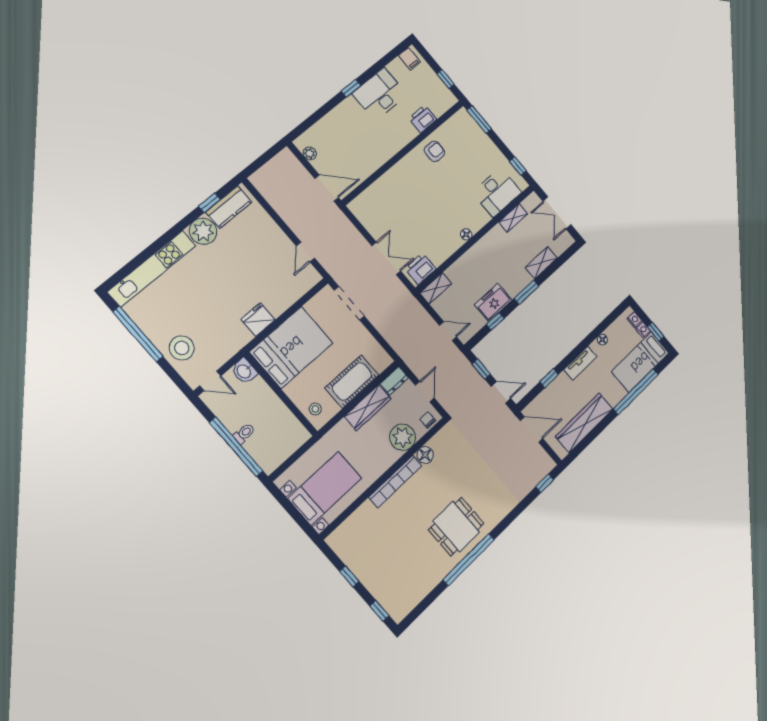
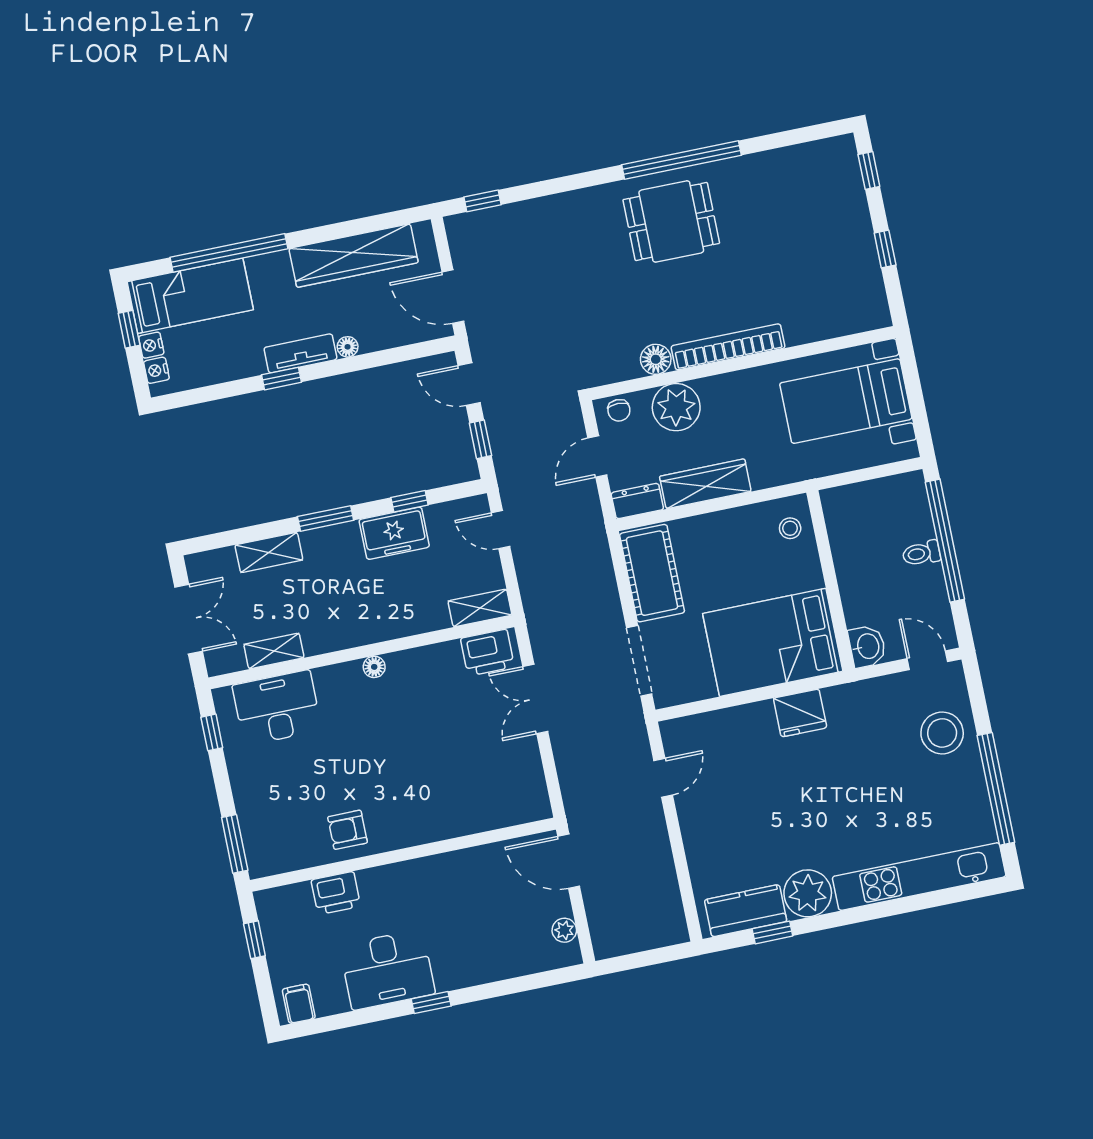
floor lamp: (602, 340) -> (348, 347), moved
window: (549, 378) -> (282, 379), moved
cot: (352, 382) -> (652, 573), moved, turned 90

